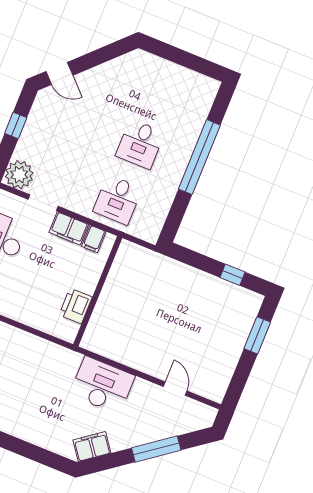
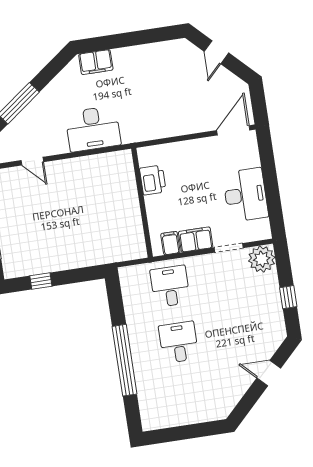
door: (59, 73) -> (269, 373), moved
filing cabinet: (92, 446) -> (96, 62), moved, turned 37

